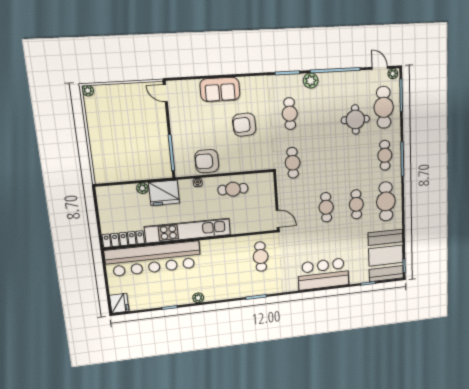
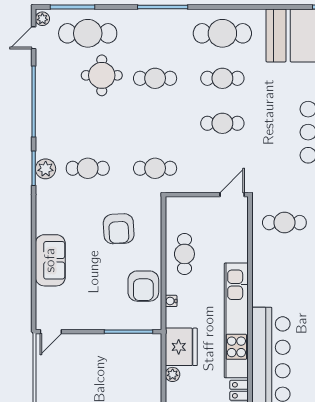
plant: (311, 81) -> (46, 169), moved
armchair: (244, 125) -> (119, 229), moved
cafe table: (385, 155) -> (155, 78), moved

